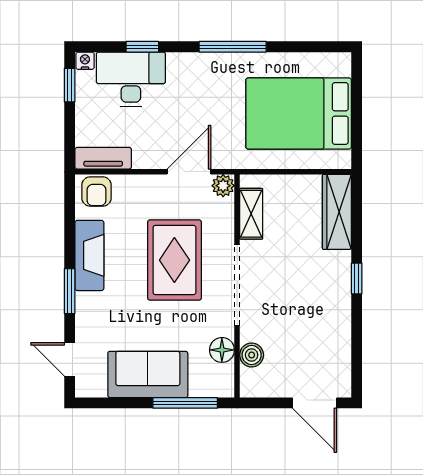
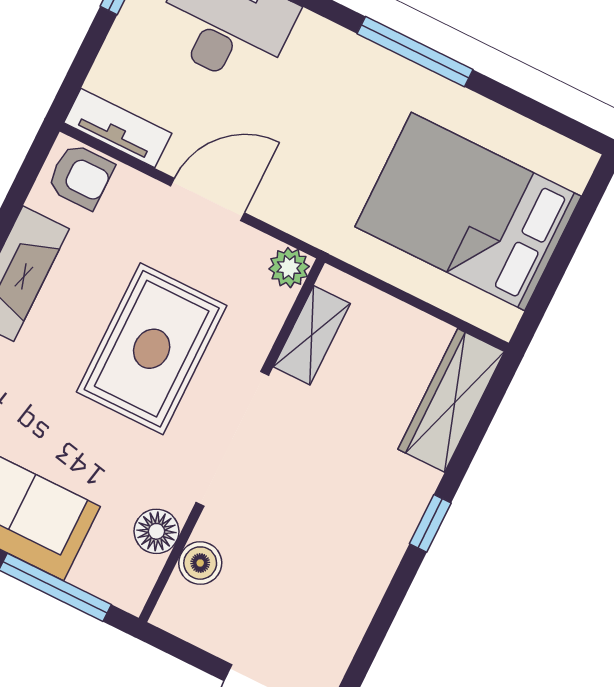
door: (189, 172) -> (208, 199), moved
armchair: (97, 191) -> (81, 176), turned -90

